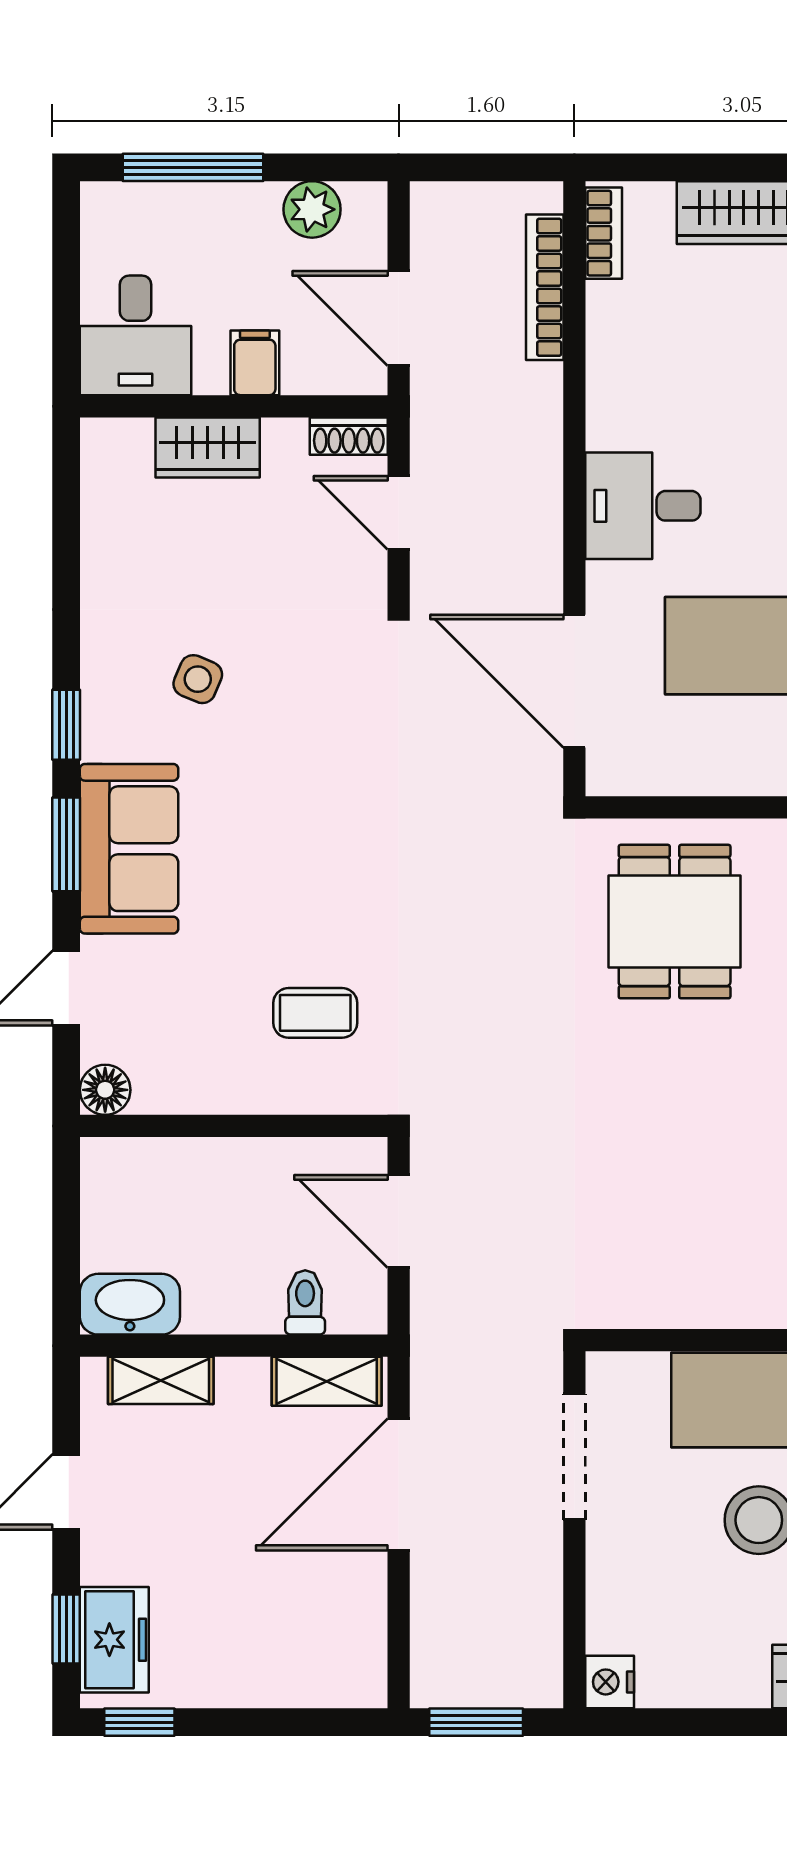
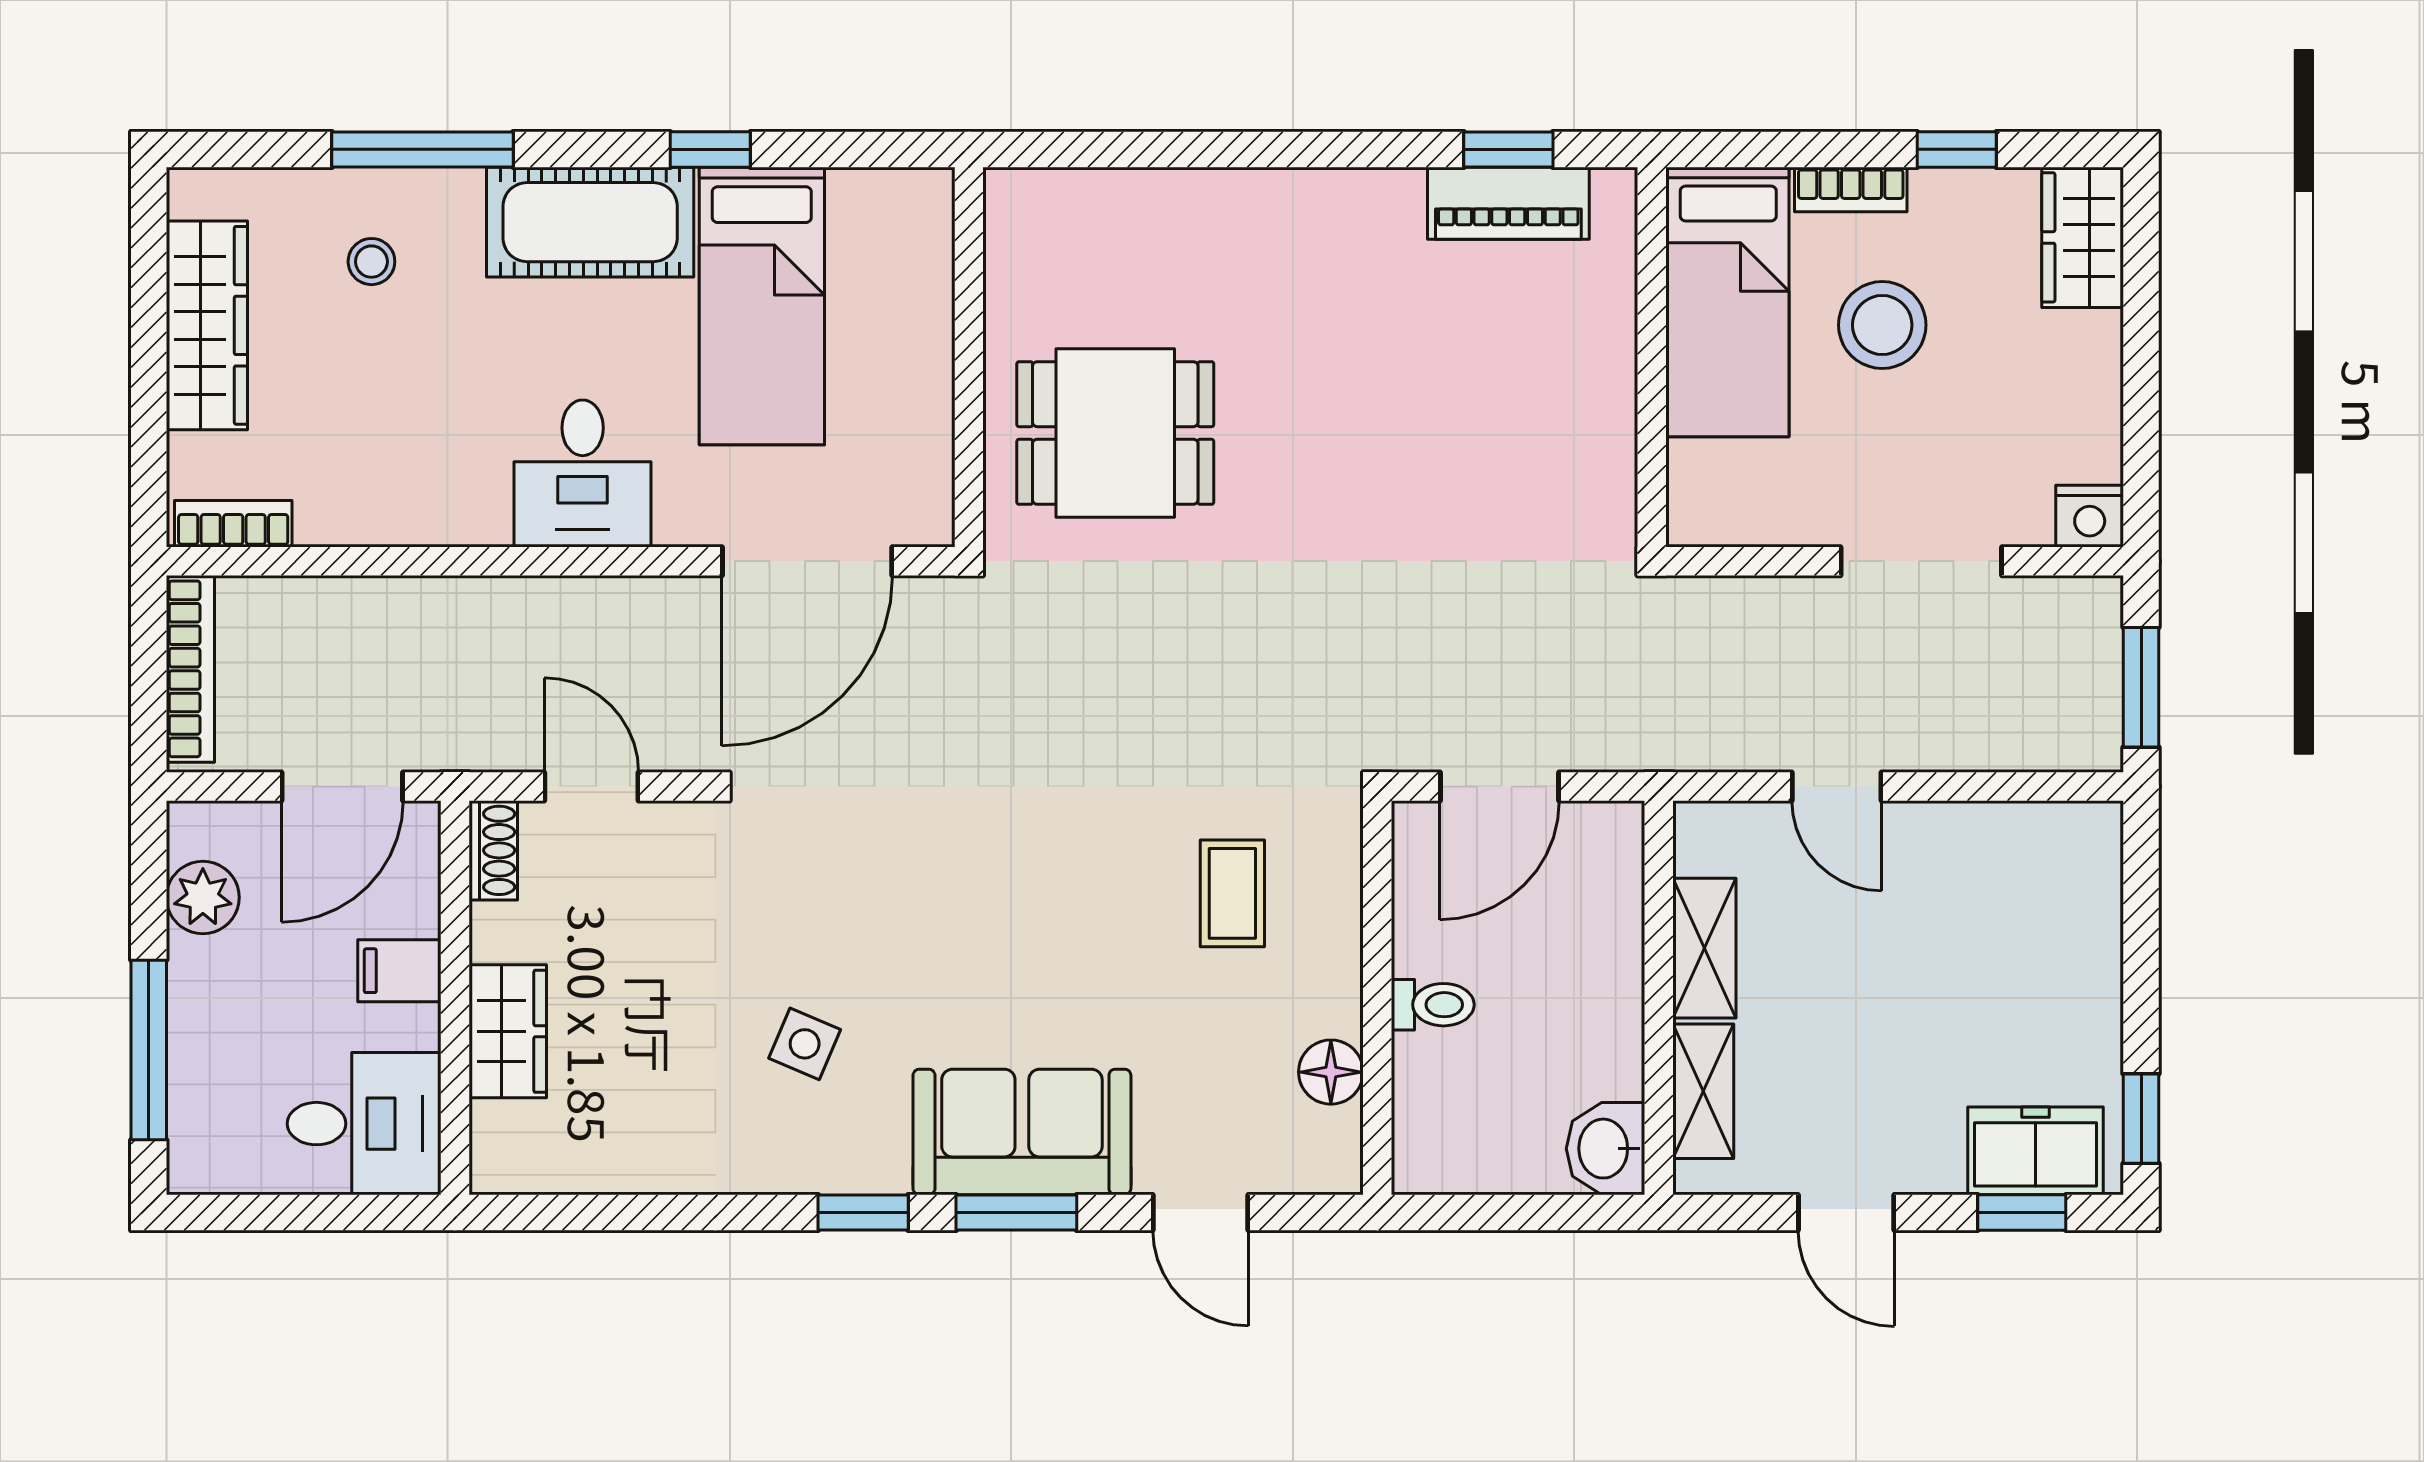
bookcase: (545, 287) -> (190, 669), moved, turned -90
door: (399, 513) -> (591, 787), swing flipped
floor lamp: (105, 1090) -> (1331, 1072), moved
toilet: (305, 1302) -> (1433, 1005), moved, turned 180
washbasin: (130, 1304) -> (1606, 1149), width x0.72
shelving: (327, 1381) -> (1704, 948), moved
doorway: (574, 1457) -> (1921, 561), moved
door: (399, 1485) -> (1837, 787), width x0.53

